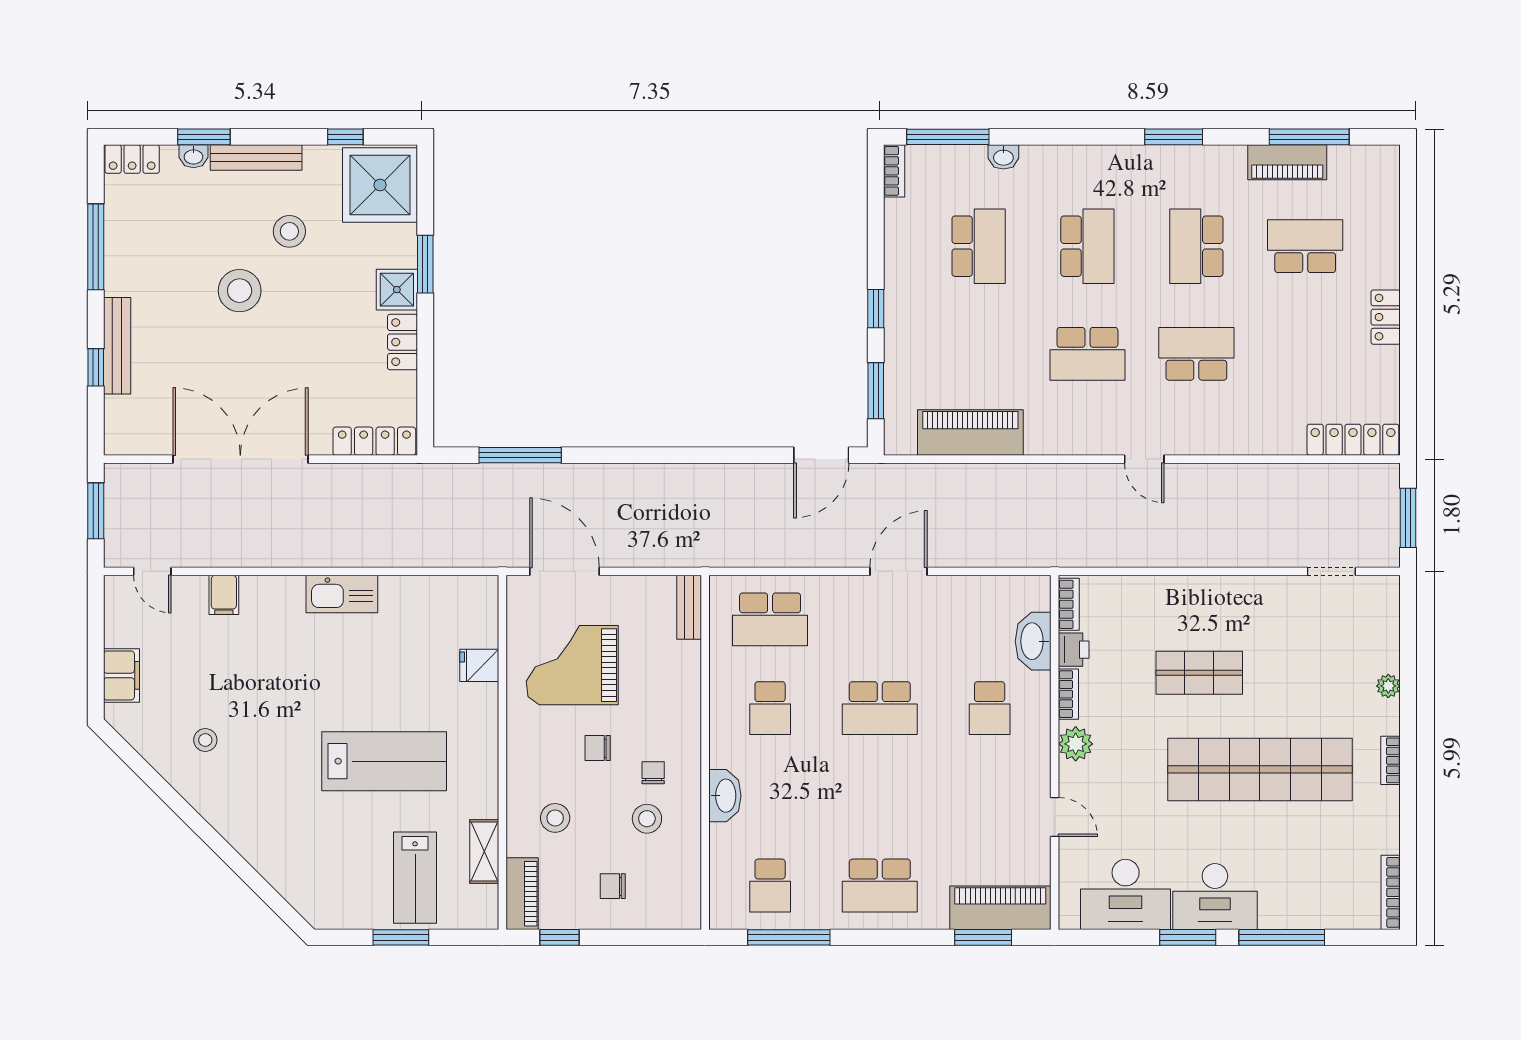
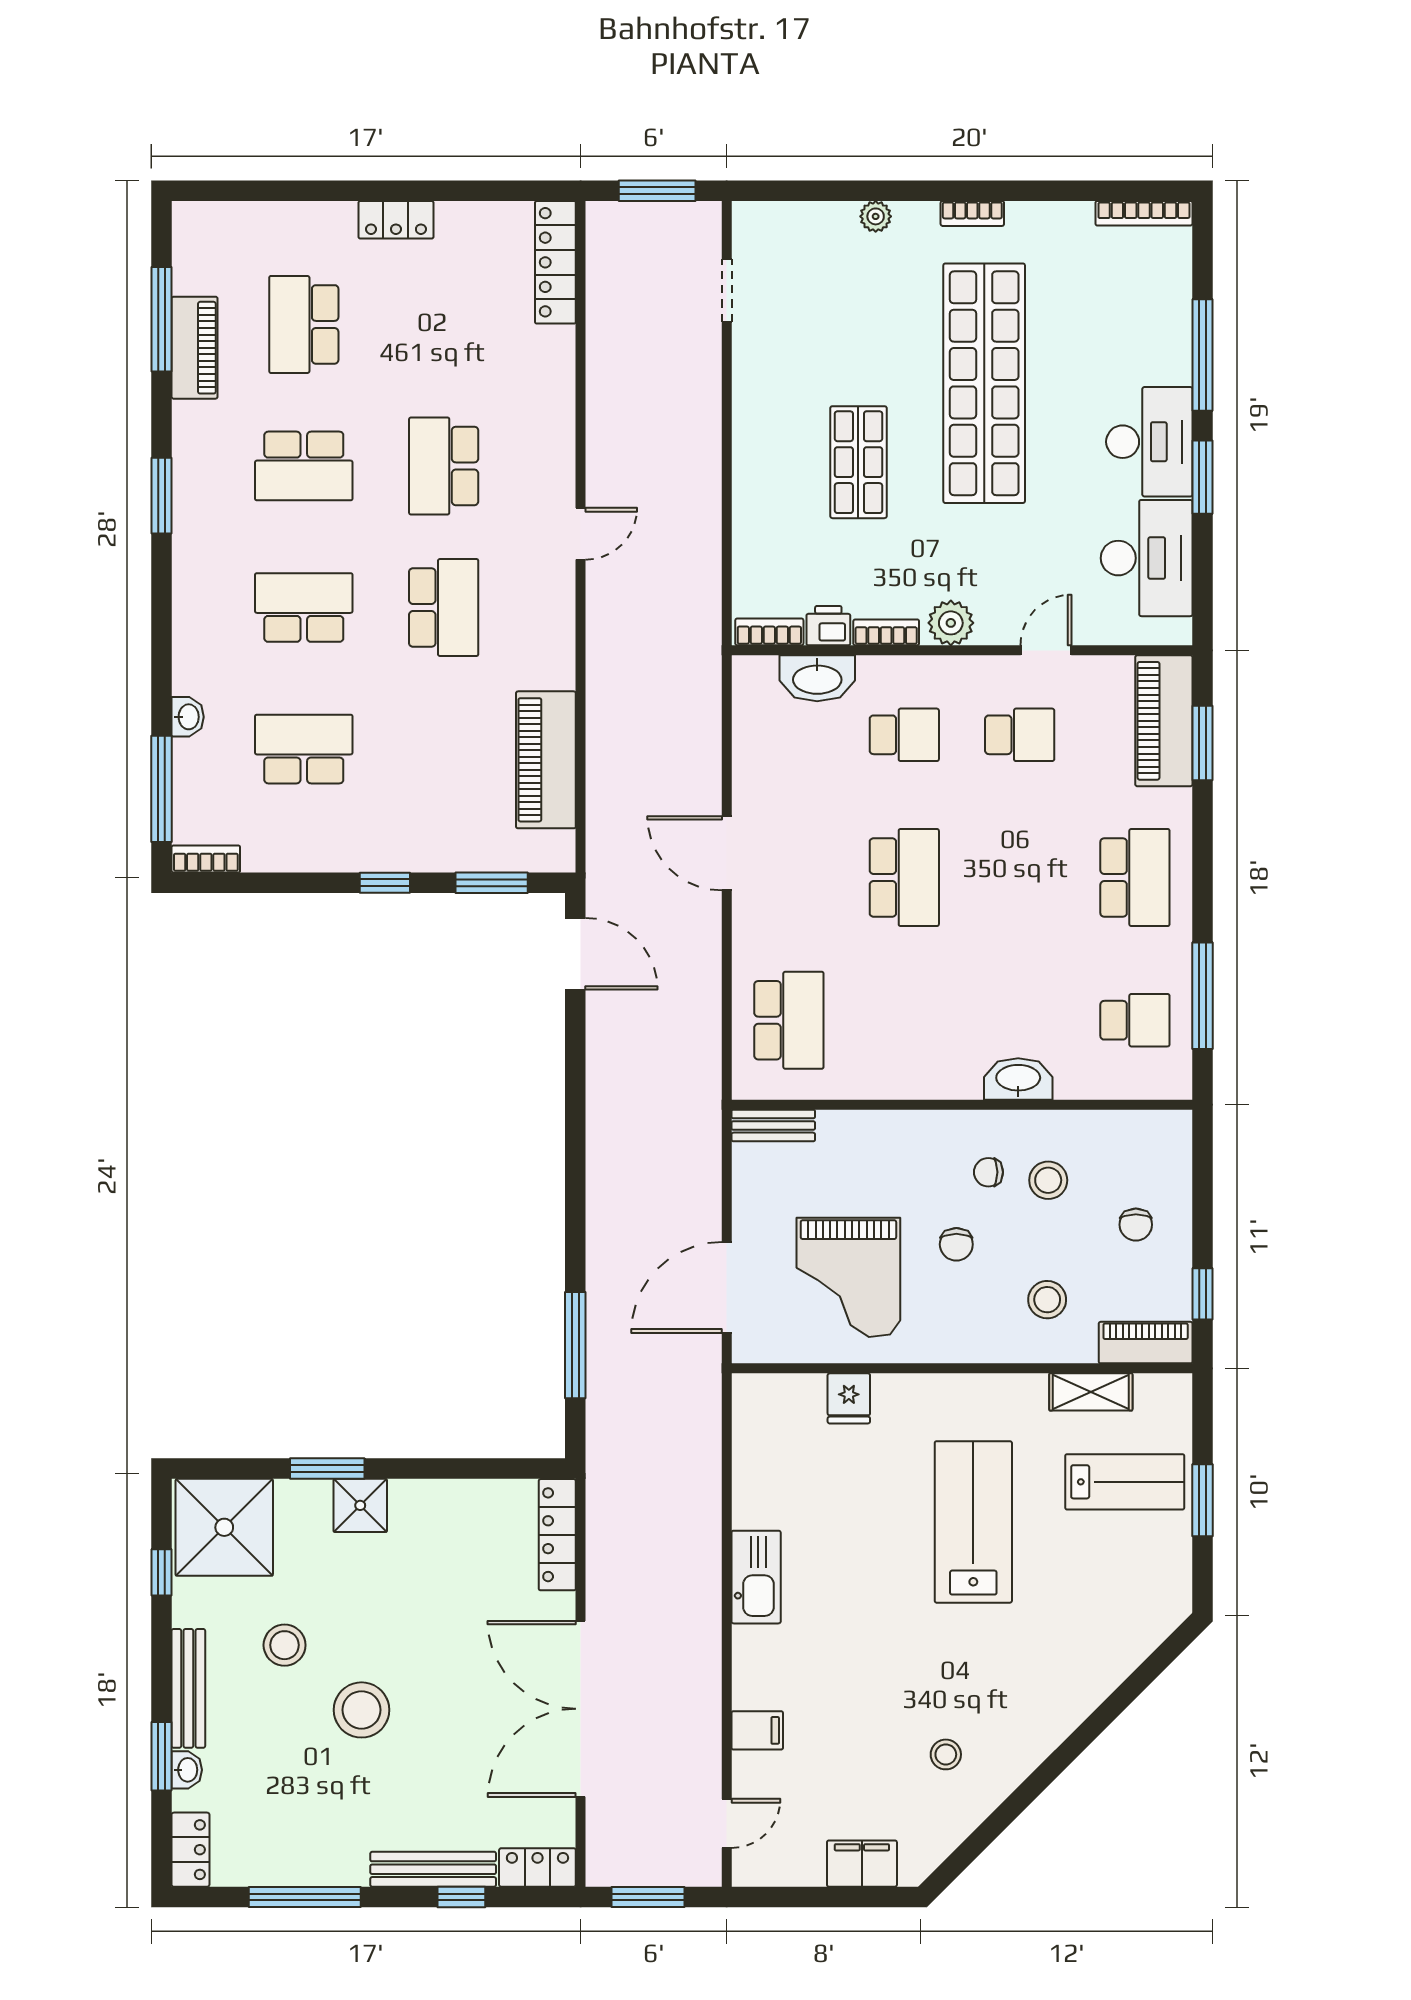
locker: (403, 342) -> (537, 1867), moved, turned 180
school desk: (770, 708) -> (1020, 735), moved

